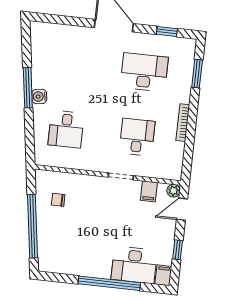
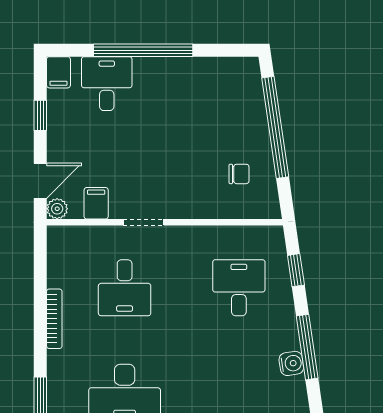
water cooler: (39, 96) -> (291, 363), moved
window: (29, 136) -> (296, 270), added
desk: (134, 265) -> (107, 84), width x0.73

